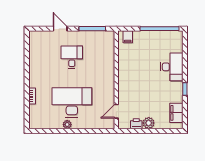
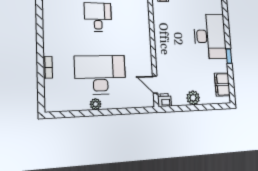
desk: (172, 67) -> (210, 36), width x1.36, depth x1.30
door: (116, 111) -> (155, 85), hinge flipped
printer: (136, 124) -> (164, 100), moved

